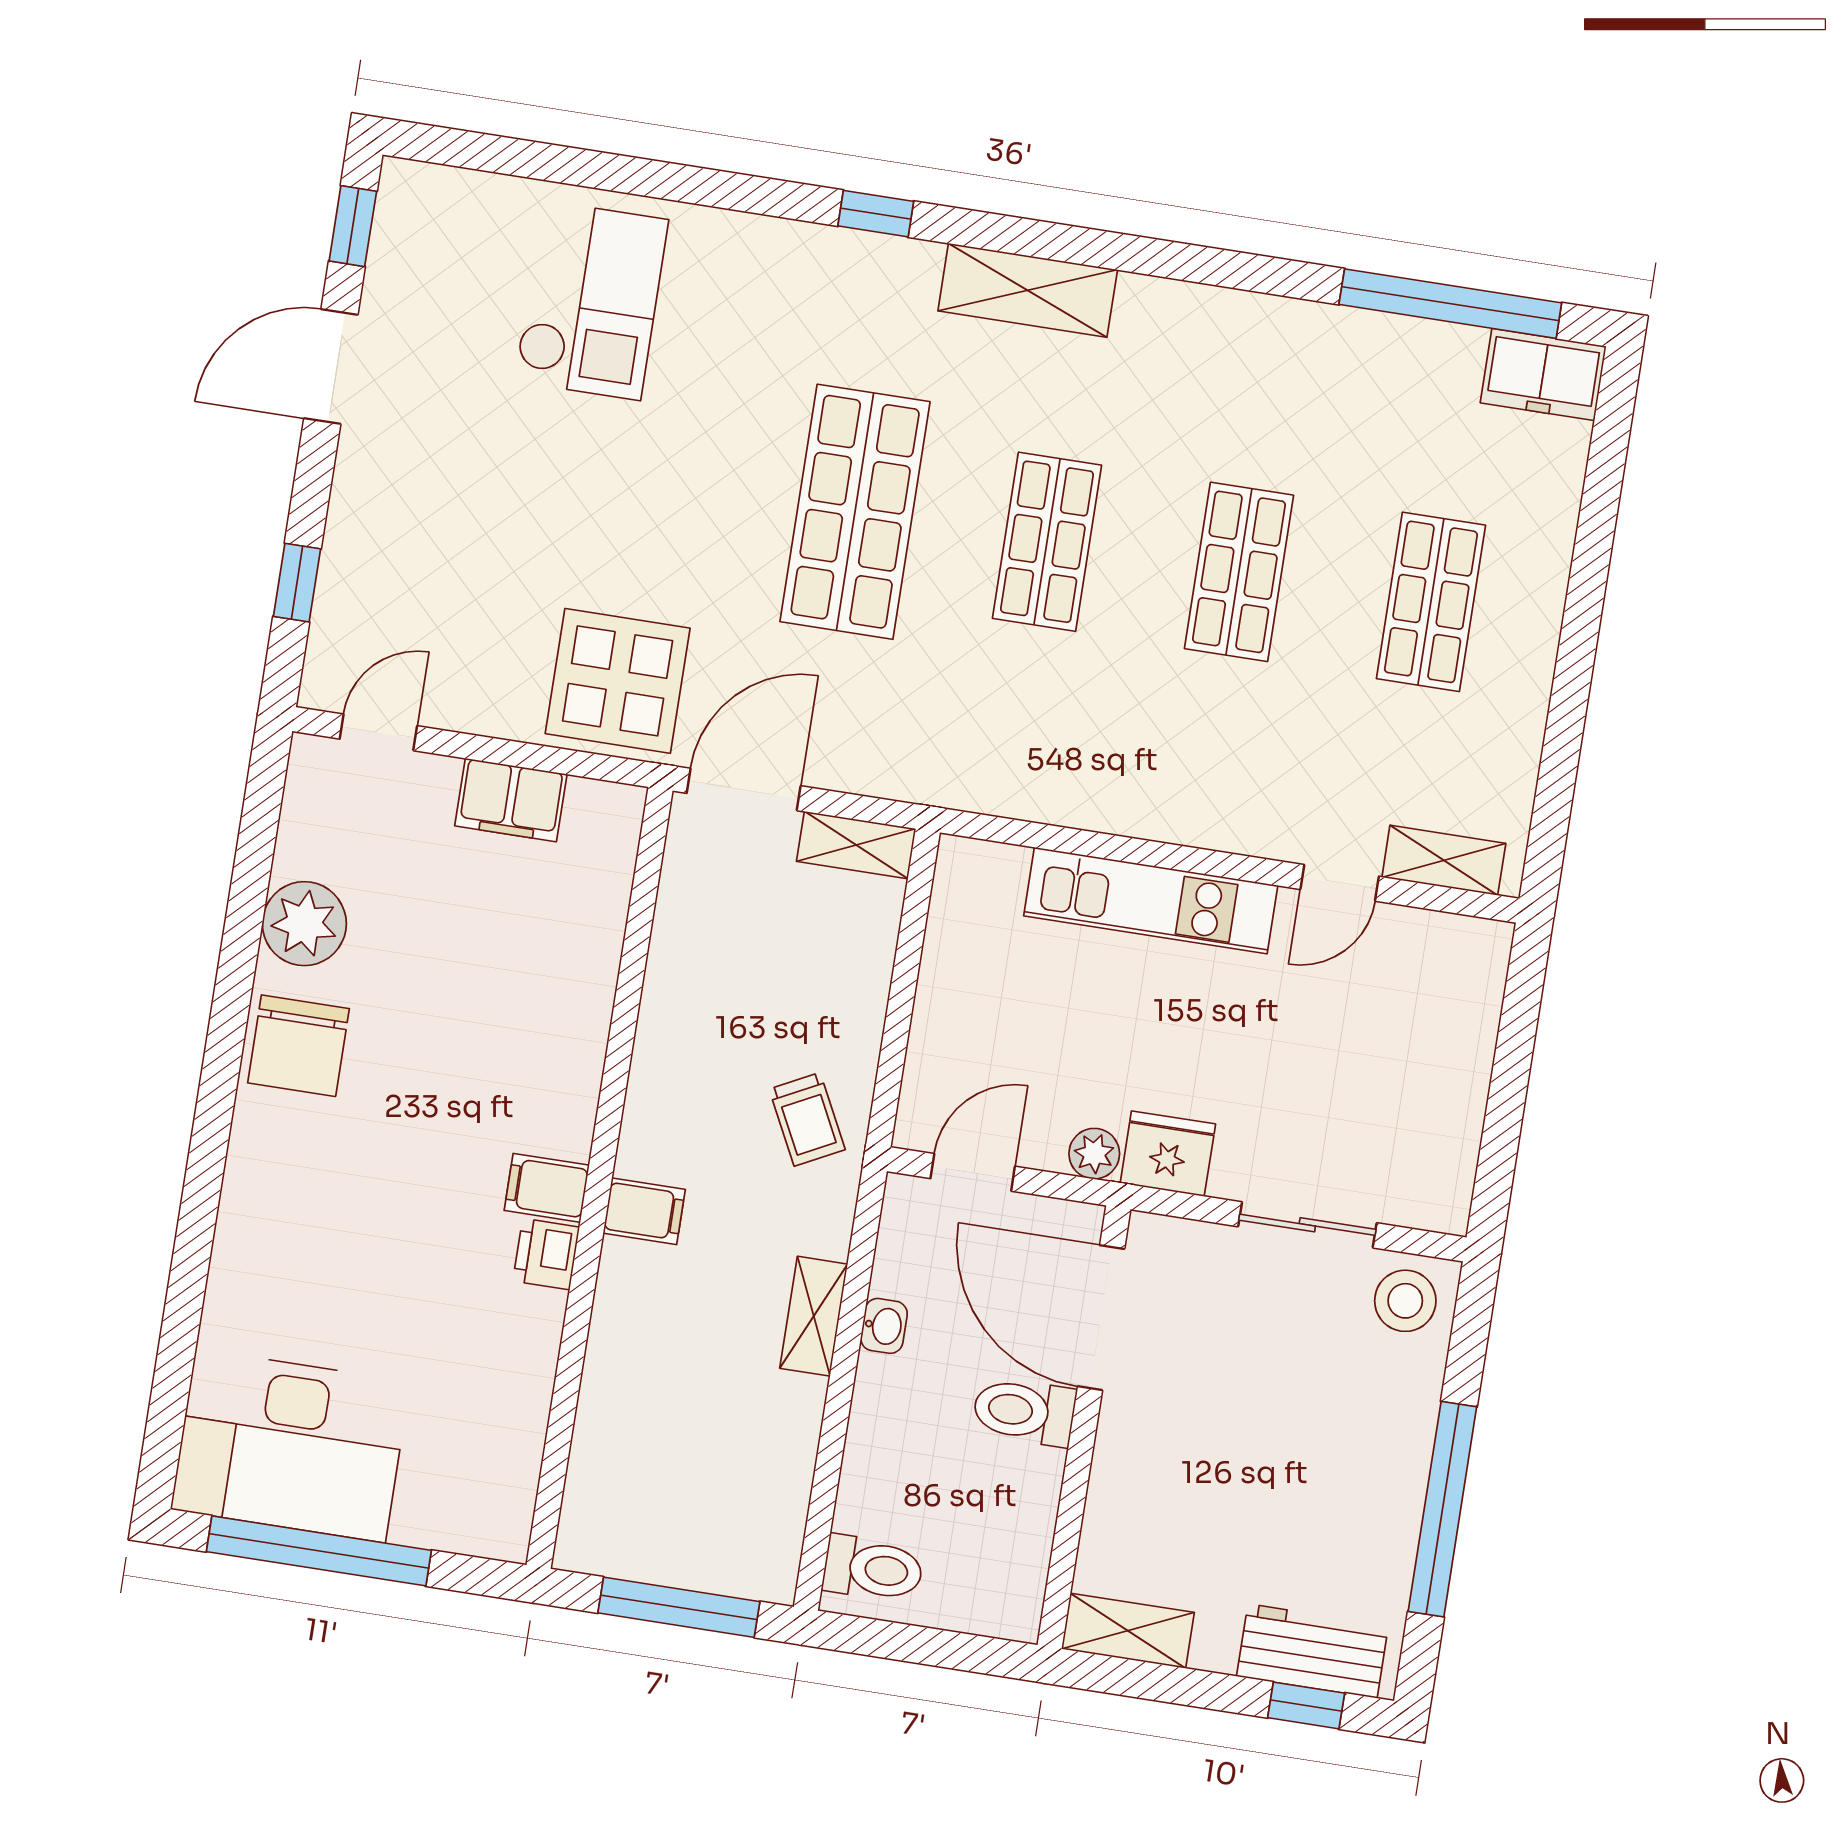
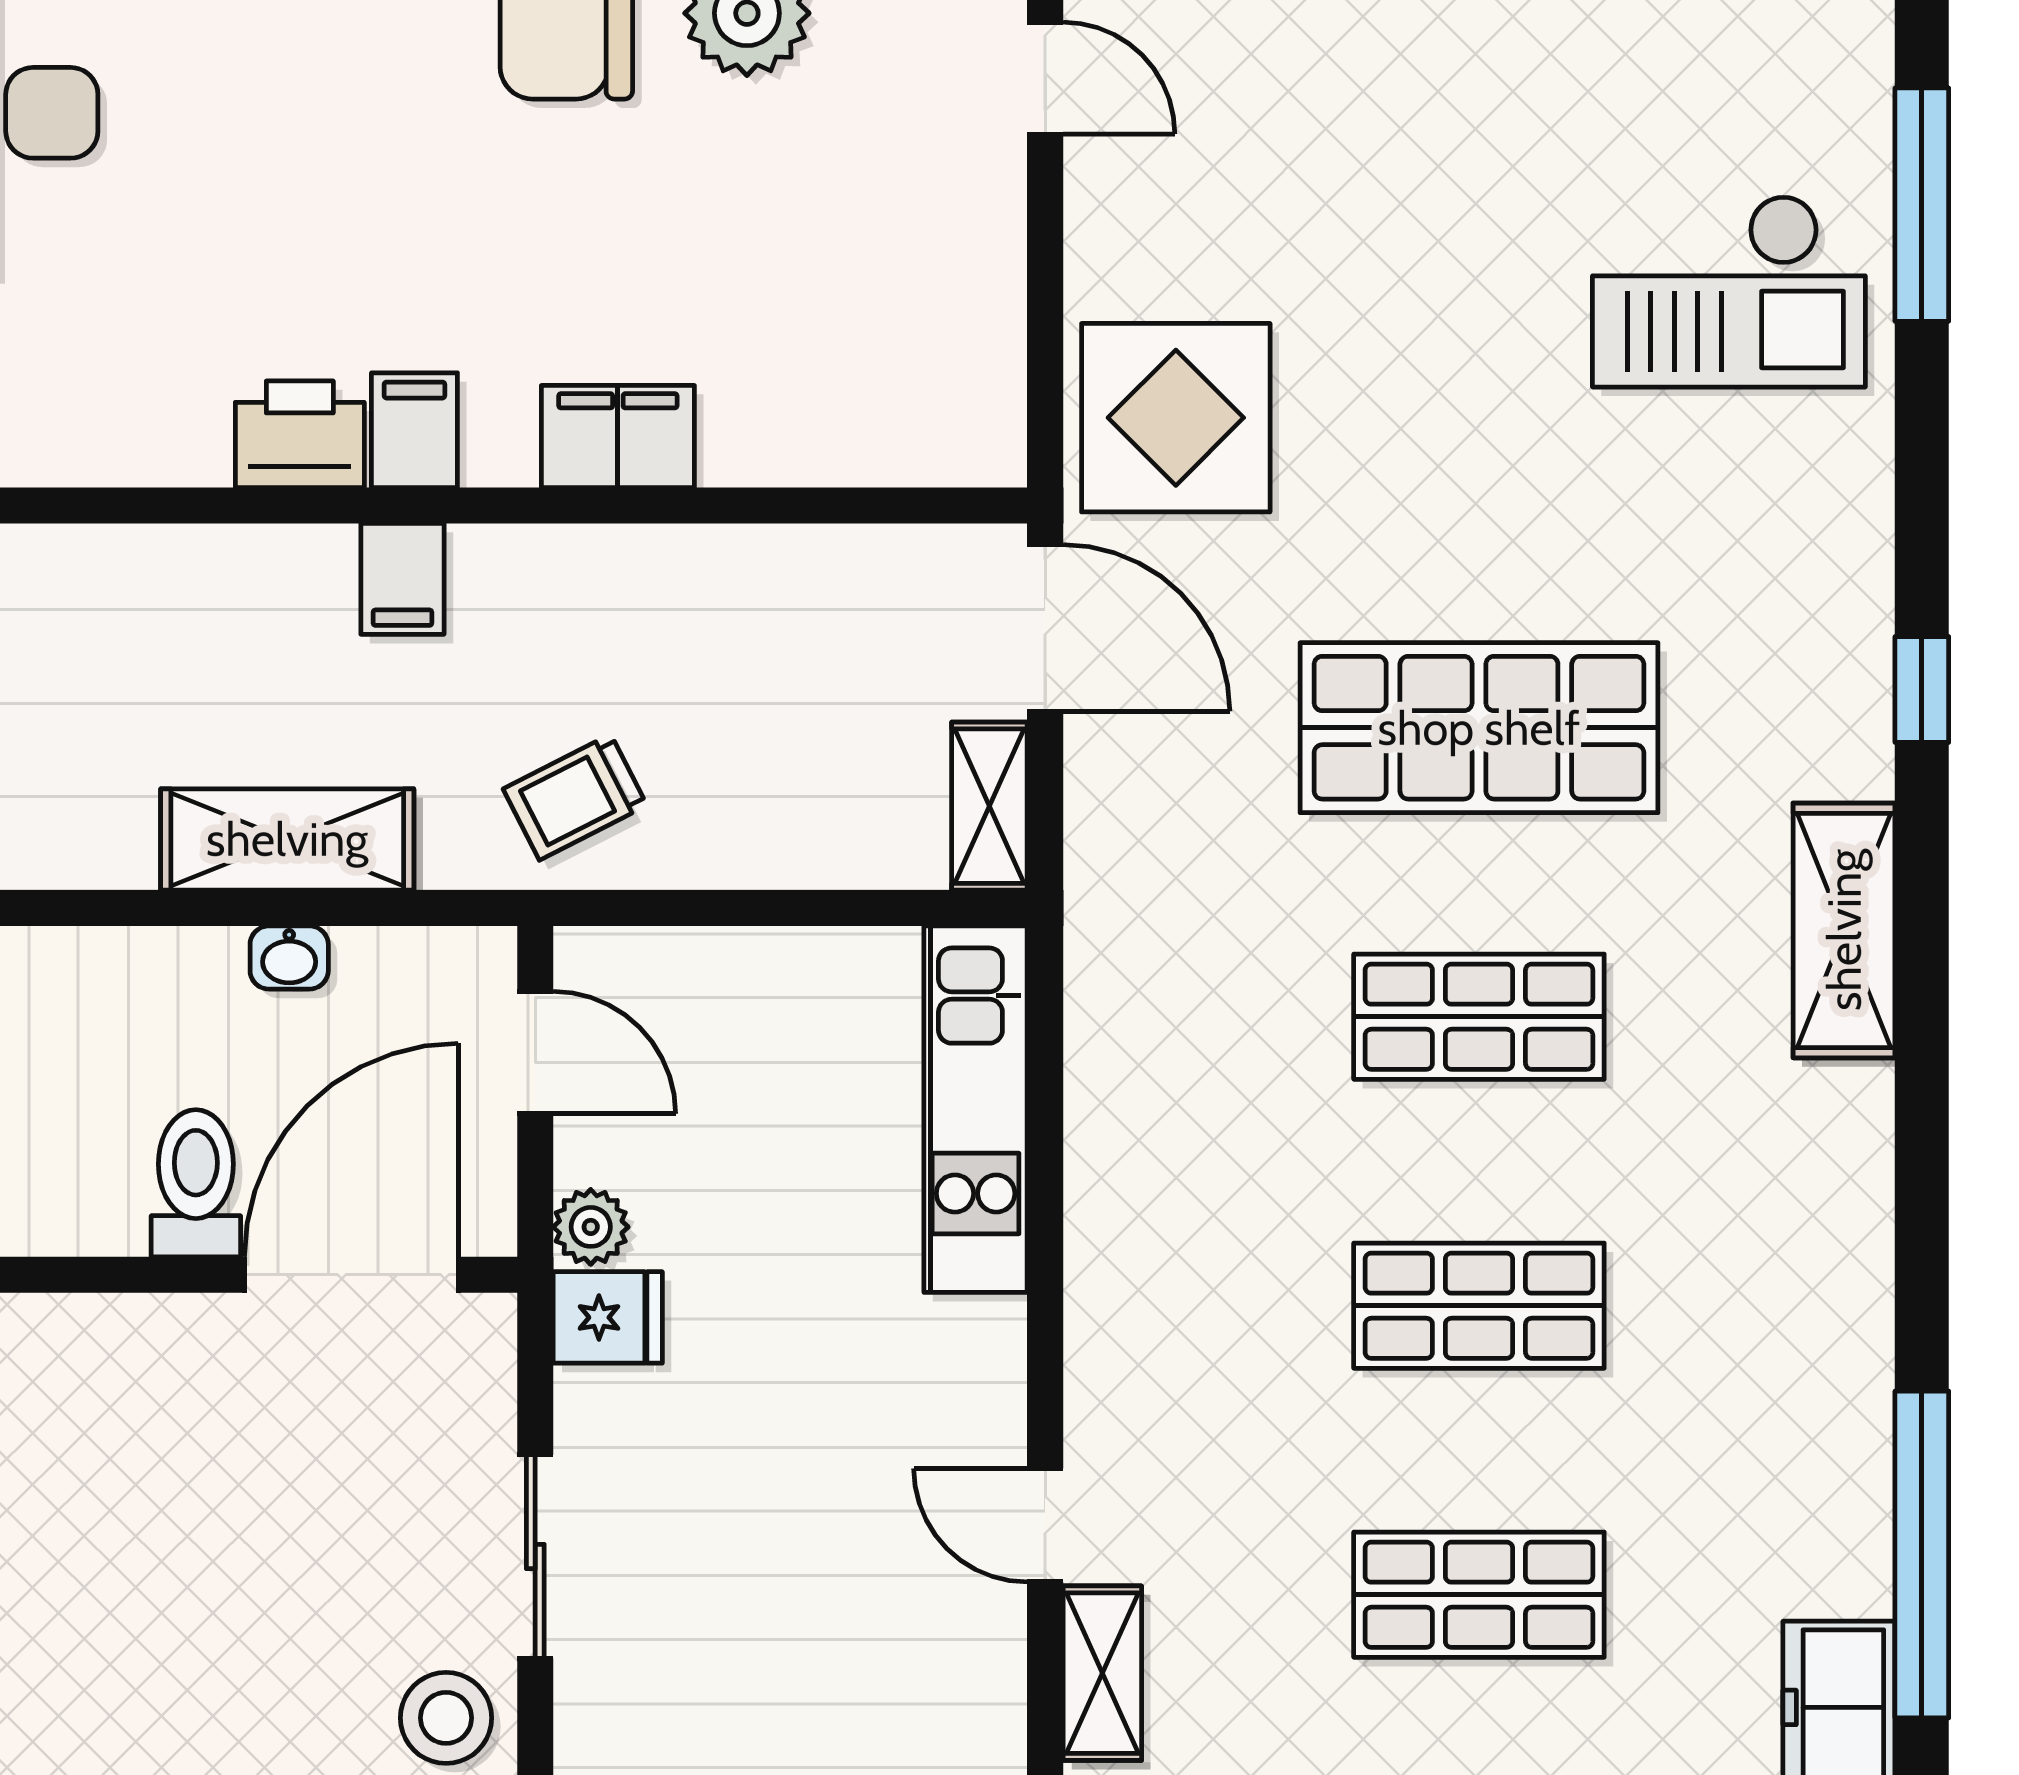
window: (554, 163) -> (1922, 205), added
filing cabinet: (511, 800) -> (618, 437), moved, turned 90
kitchen unit: (1151, 901) -> (976, 1109), moved
fridge: (1168, 1154) -> (608, 1317), width x0.72
printer: (546, 1254) -> (300, 434), width x1.36, depth x1.24
shelving: (814, 1316) -> (287, 839), width x1.50, depth x1.33

